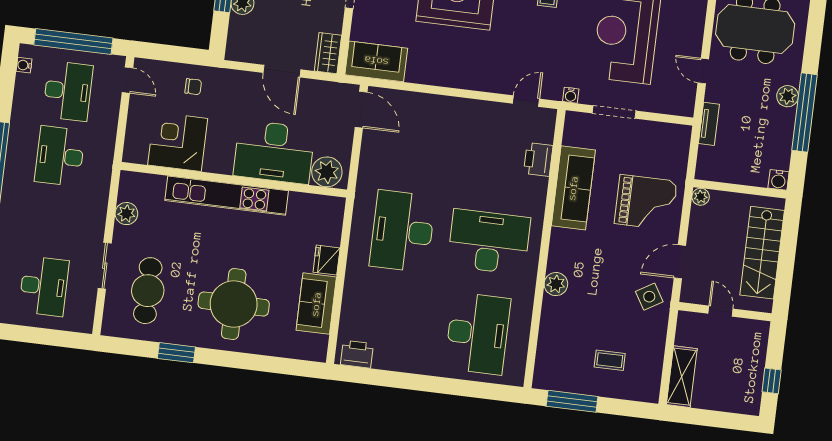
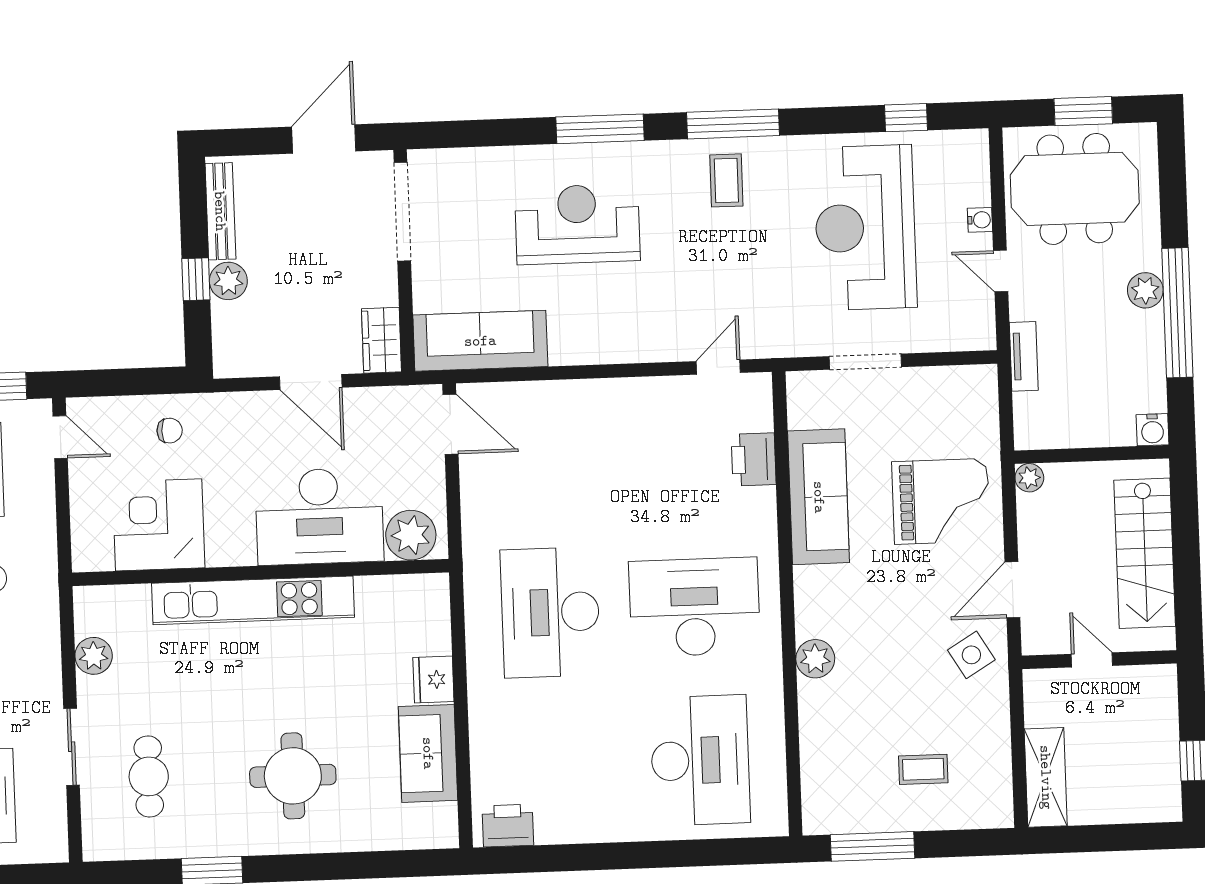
sofa: (376, 61) -> (480, 341), width x1.36
water cooler: (571, 95) -> (980, 220), moved, turned -90
cafe table: (148, 291) -> (149, 776), width x0.73, depth x0.74
round table: (234, 304) -> (293, 776), width x0.73, depth x0.73

